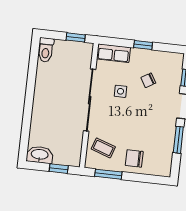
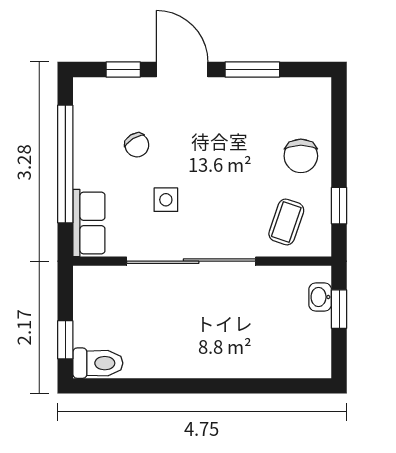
window: (76, 37) -> (65, 340), moved
window: (143, 45) -> (65, 164), width x3.17
washbasin: (40, 155) -> (320, 297), moved, width x0.52, depth x0.69
window: (108, 174) -> (339, 206), width x0.67

